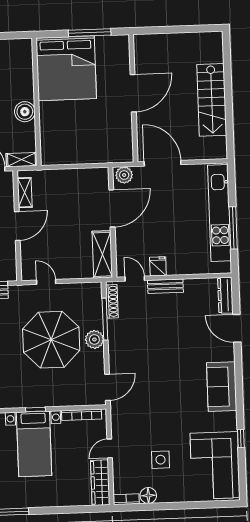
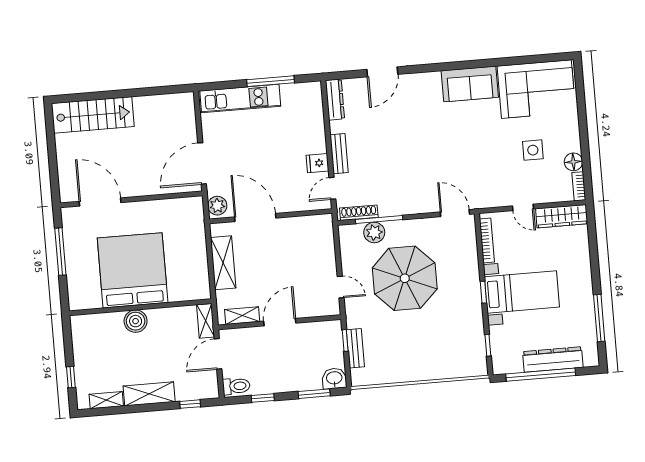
bed: (66, 68) -> (133, 270), moved, turned -90
door: (133, 93) -> (100, 202), moved
stairs: (212, 100) -> (93, 115), moved
boiler: (25, 112) -> (136, 321), moved
kitchen unit: (219, 213) -> (240, 99), width x0.73
door: (17, 226) -> (280, 322), hinge flipped
shelving: (102, 254) -> (223, 263), moved, turned 90
door: (46, 282) -> (341, 287), swing flipped
dresser: (225, 295) -> (335, 100), moved, turned -90
plant: (94, 339) -> (374, 232), moved
sofa: (222, 387) -> (470, 84), moved
window: (241, 438) -> (505, 62), removed

